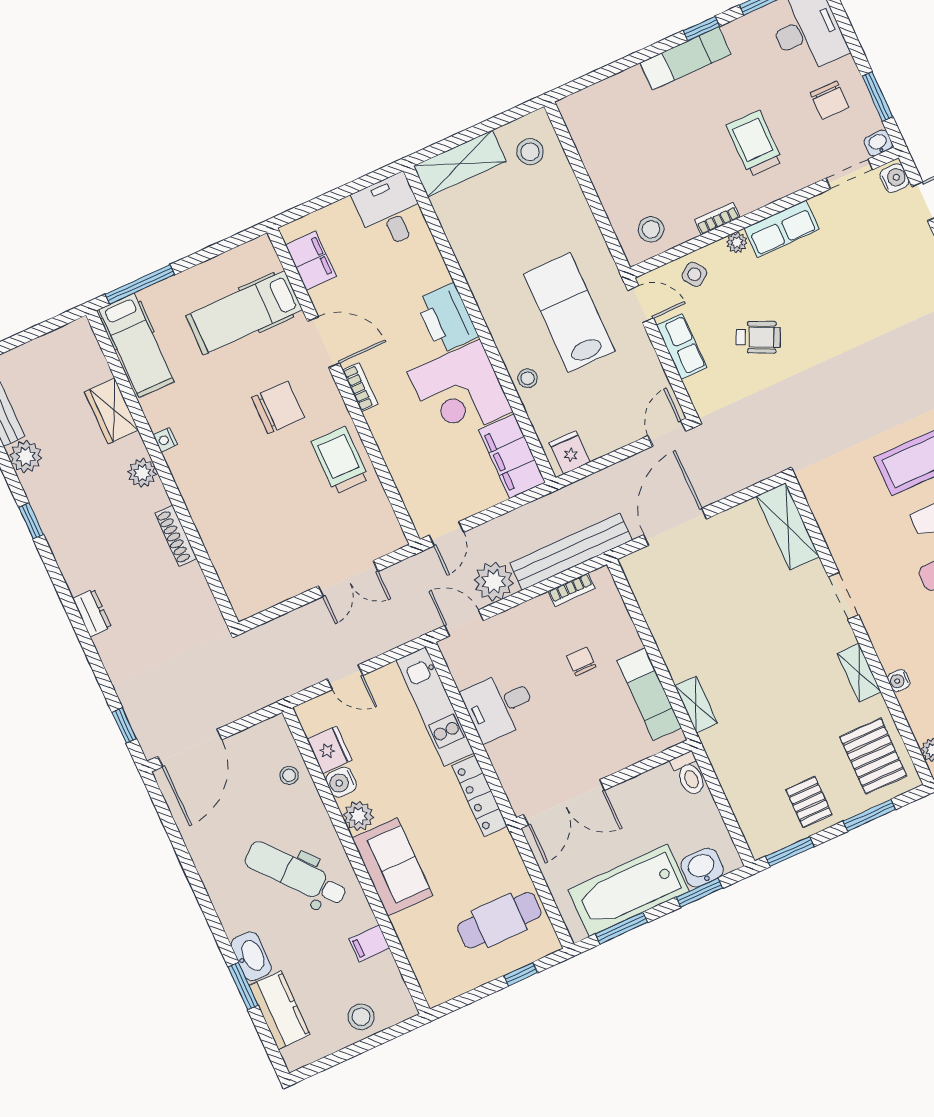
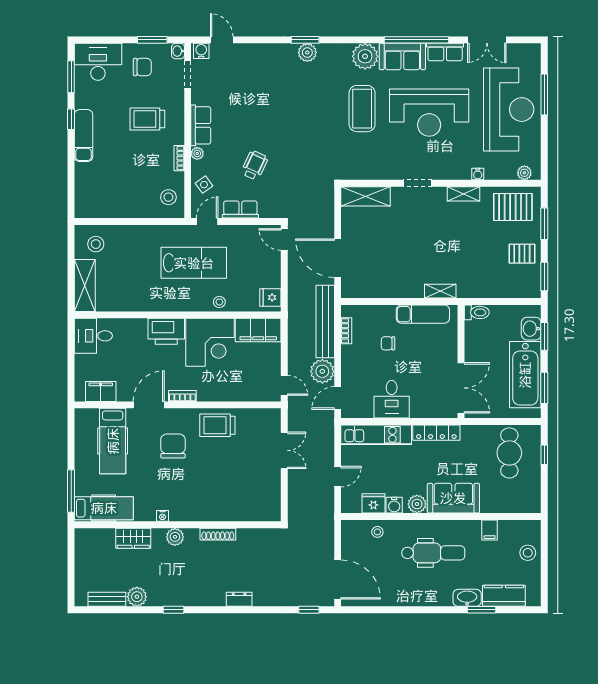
lab bench: (569, 312) -> (194, 263), turned 180
dental chair: (296, 874) -> (433, 553), turned -140

